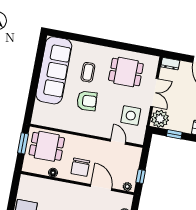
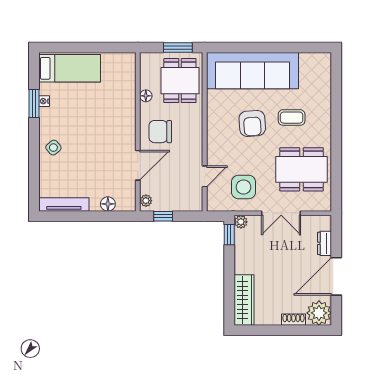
dresser: (170, 64) -> (324, 243), moved
sofa: (54, 70) -> (253, 71), moved
dining table: (126, 72) -> (302, 169), width x1.38
plant: (160, 119) -> (241, 222), width x0.53, depth x0.53
window: (174, 134) -> (229, 235), moved

